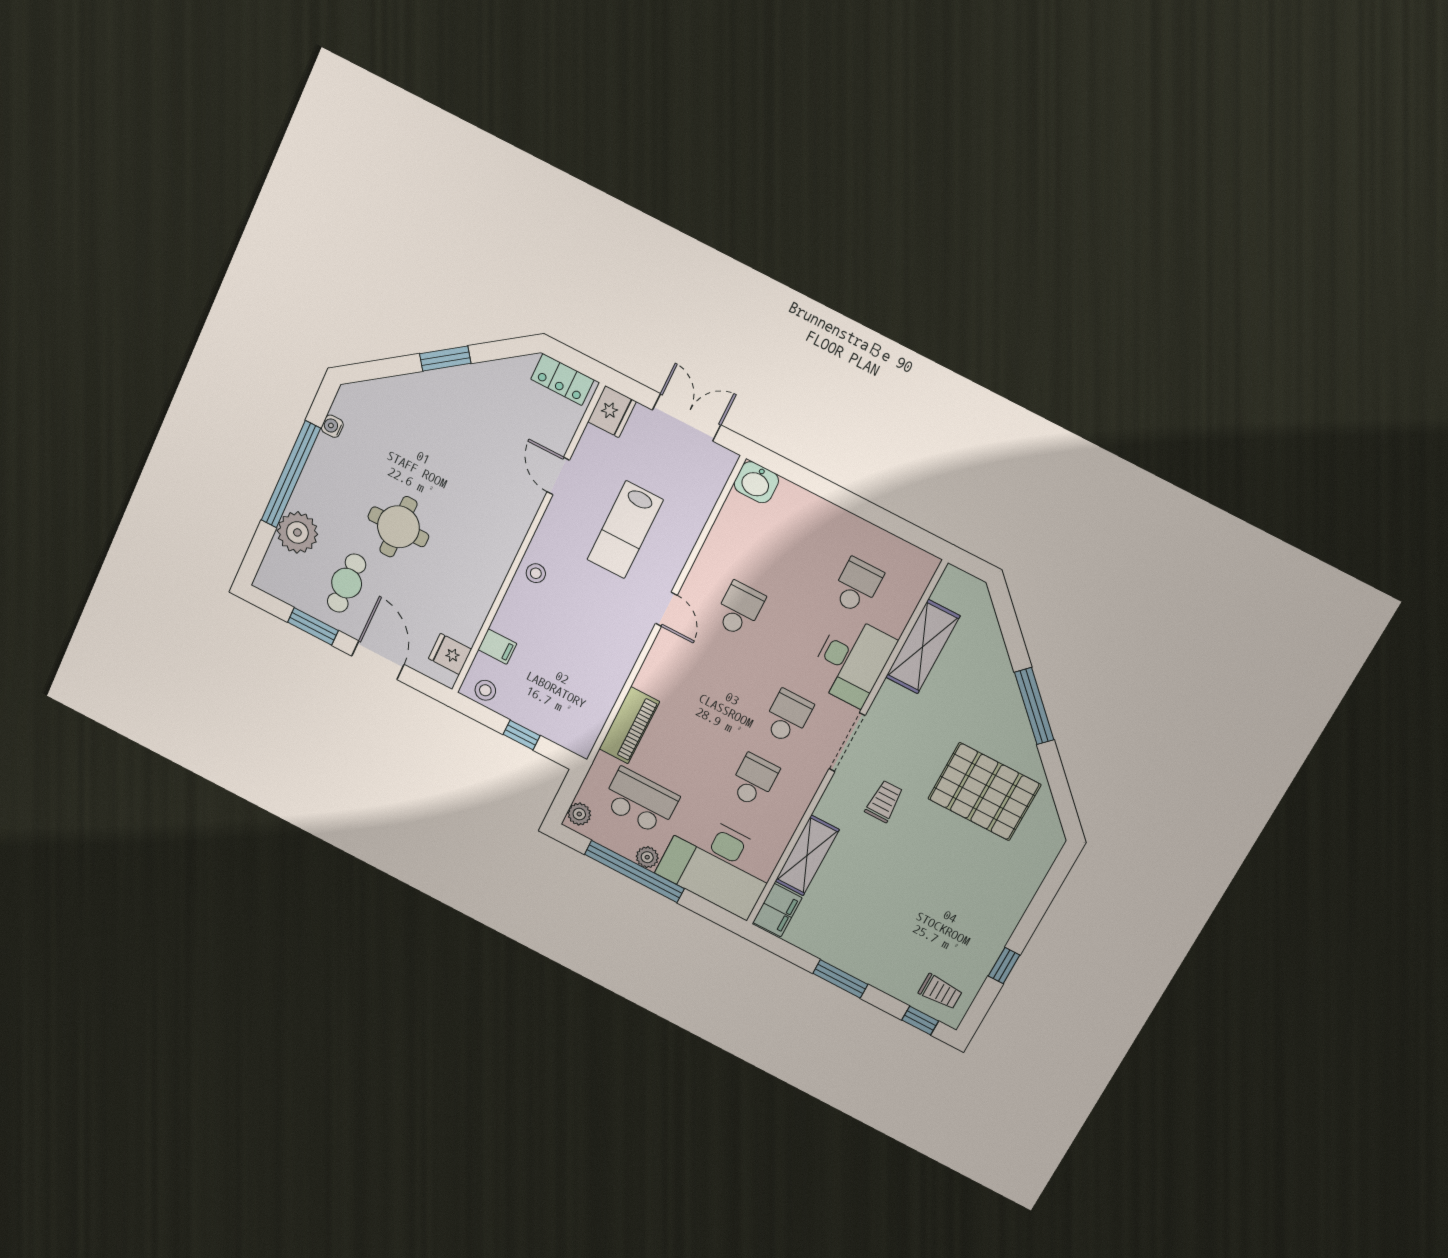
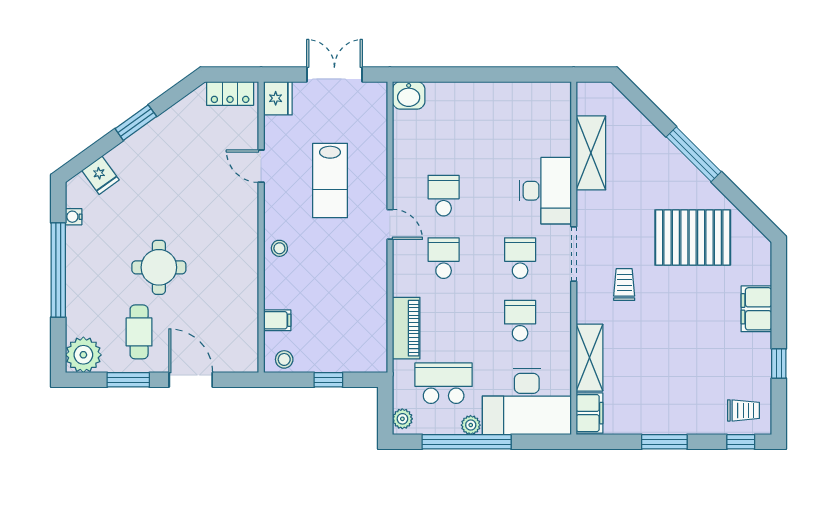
plant: (297, 532) -> (83, 355), moved
school desk: (857, 586) -> (444, 258), moved
fridge: (450, 654) -> (100, 175), moved, turned -126
filing cabinet: (1012, 899) -> (756, 309), added

